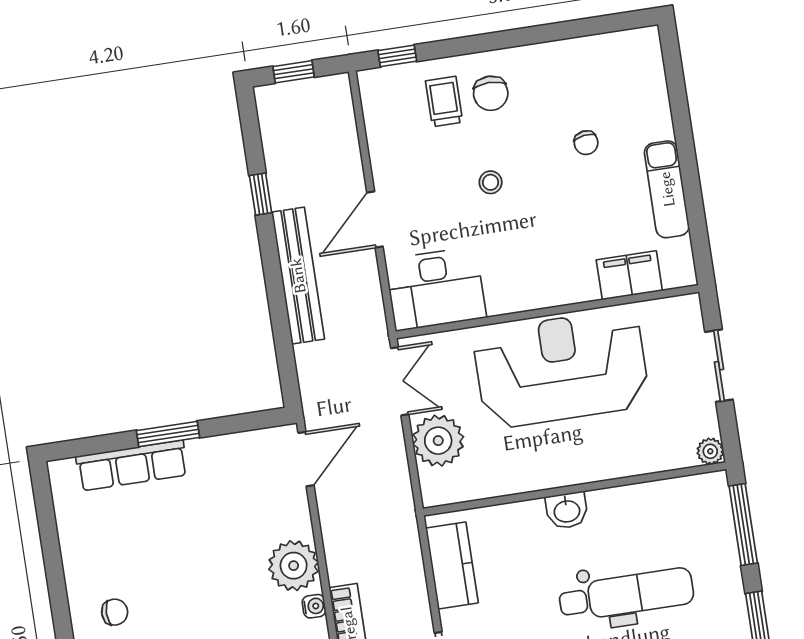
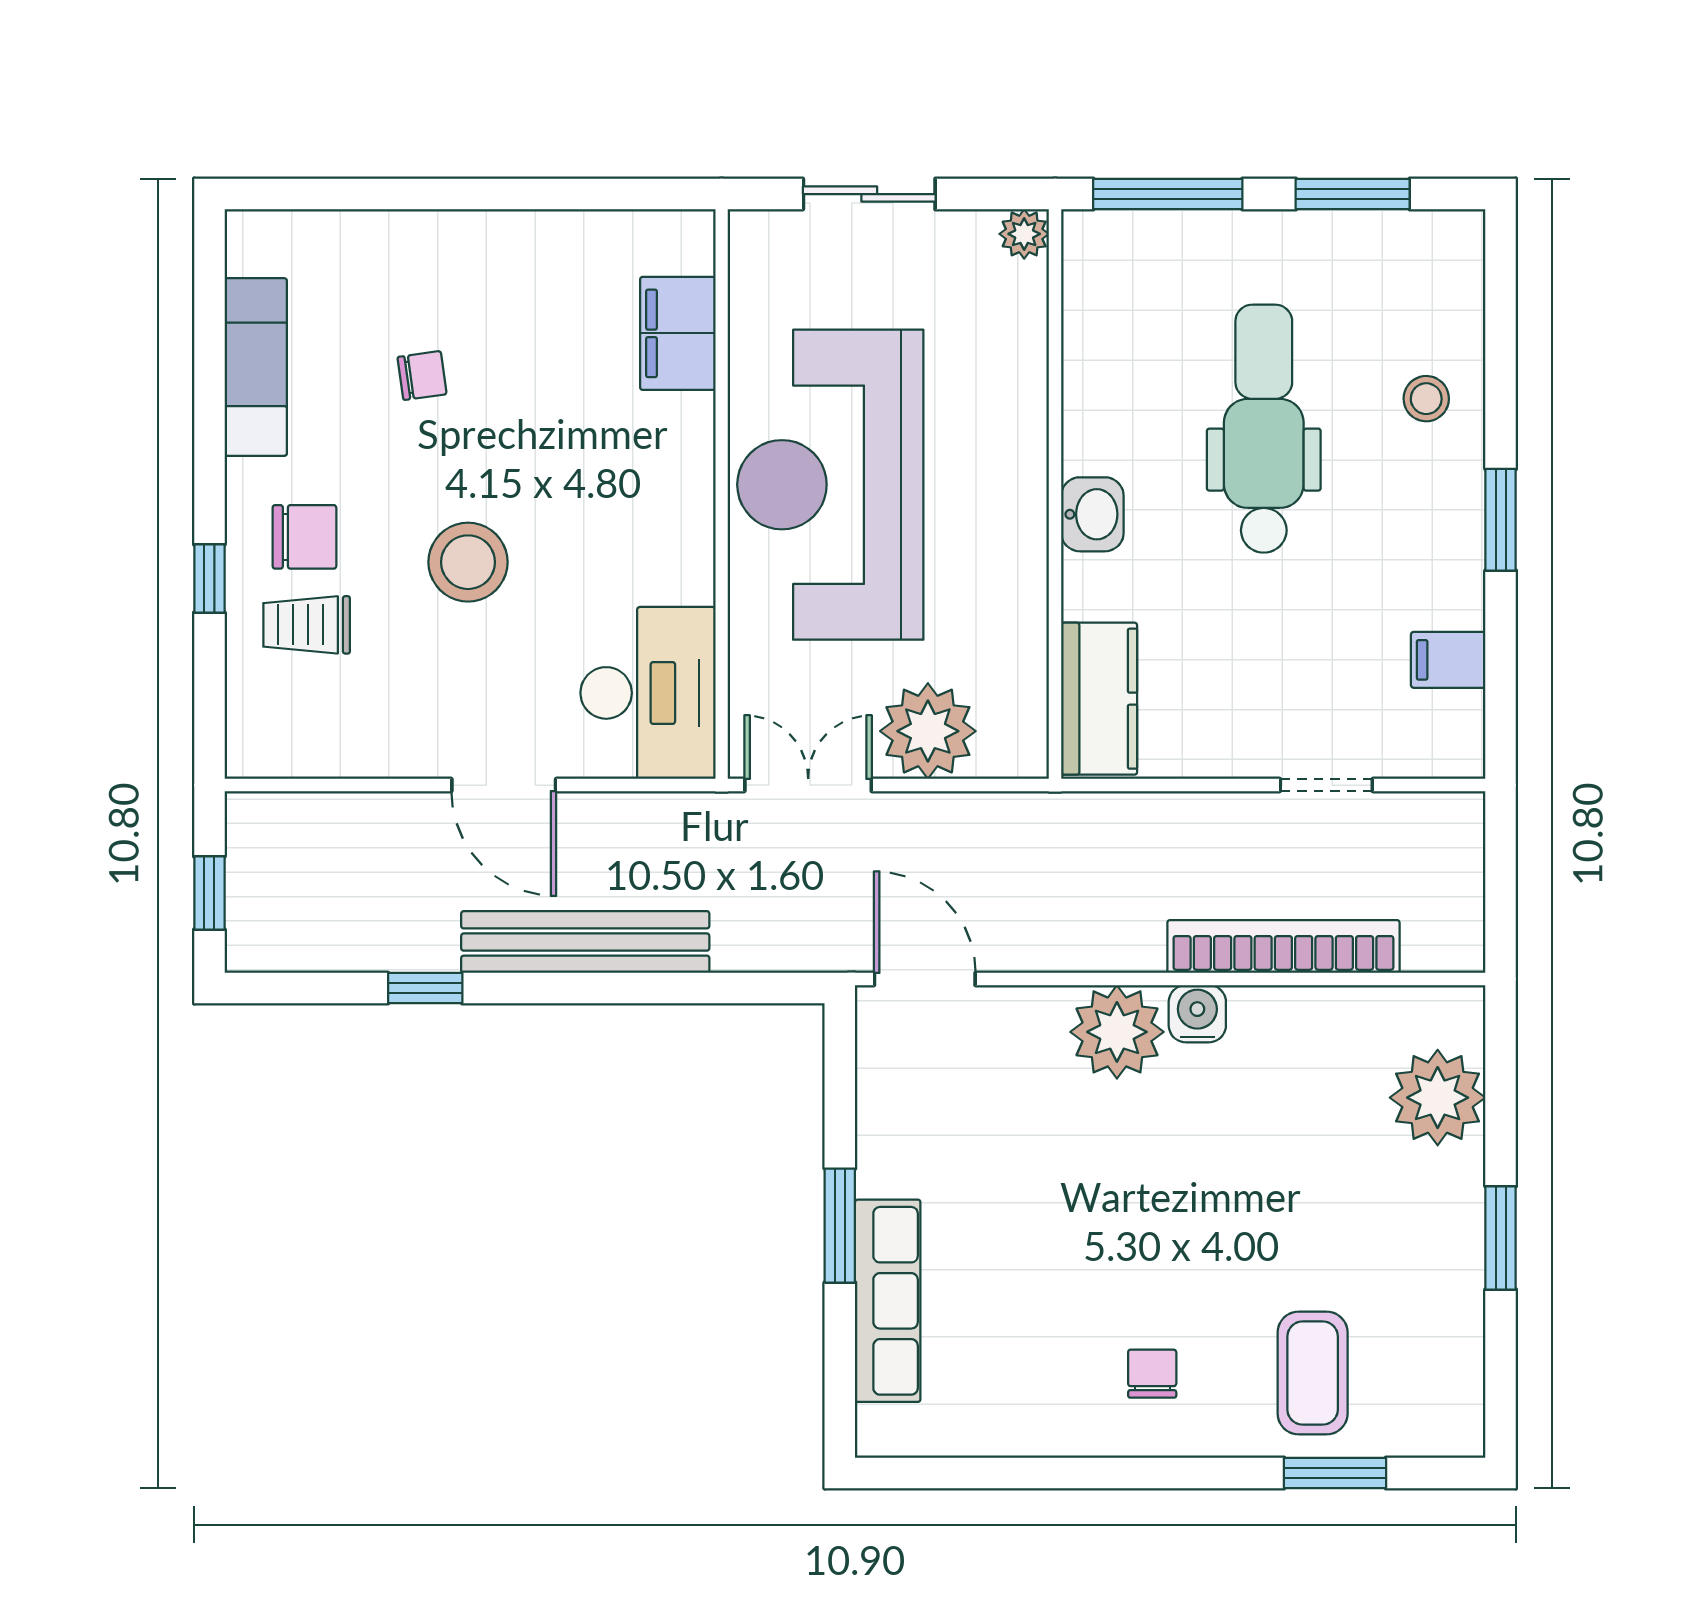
window: (397, 56) -> (209, 579), moved
stool: (491, 182) -> (468, 562), width x1.89, depth x1.89
exam couch: (667, 189) -> (256, 367), moved, turned -90
kitchen counter: (452, 565) -> (1099, 699), moved, turned 90
water cooler: (314, 606) -> (1197, 1014), width x1.38, depth x1.38

